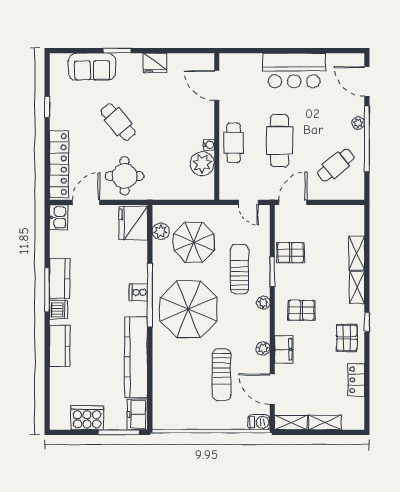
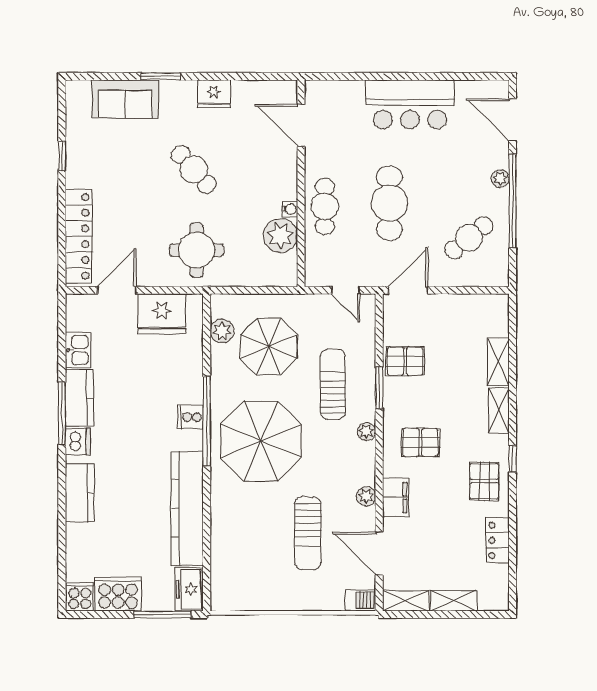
cafe table: (118, 122) -> (194, 169), moved
round table: (125, 176) -> (197, 250), moved
kitchen sink: (59, 217) -> (78, 350), moved
fridge: (133, 223) -> (162, 314), moved, turned -90
cooker: (60, 420) -> (80, 597), added

